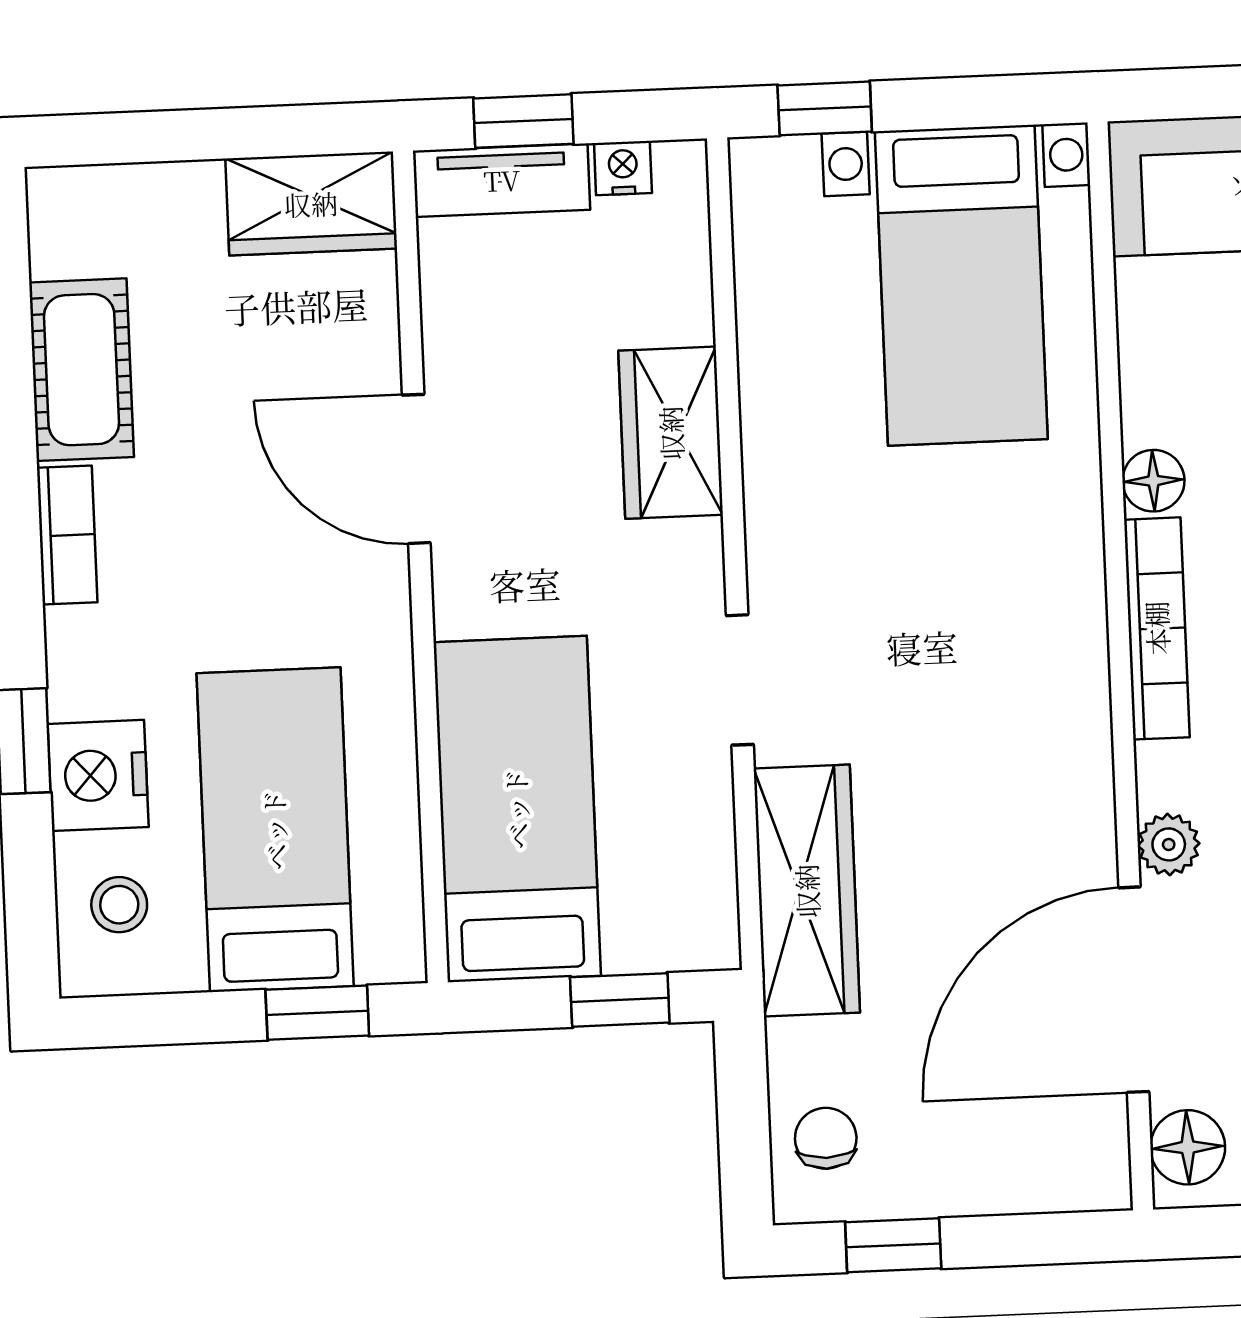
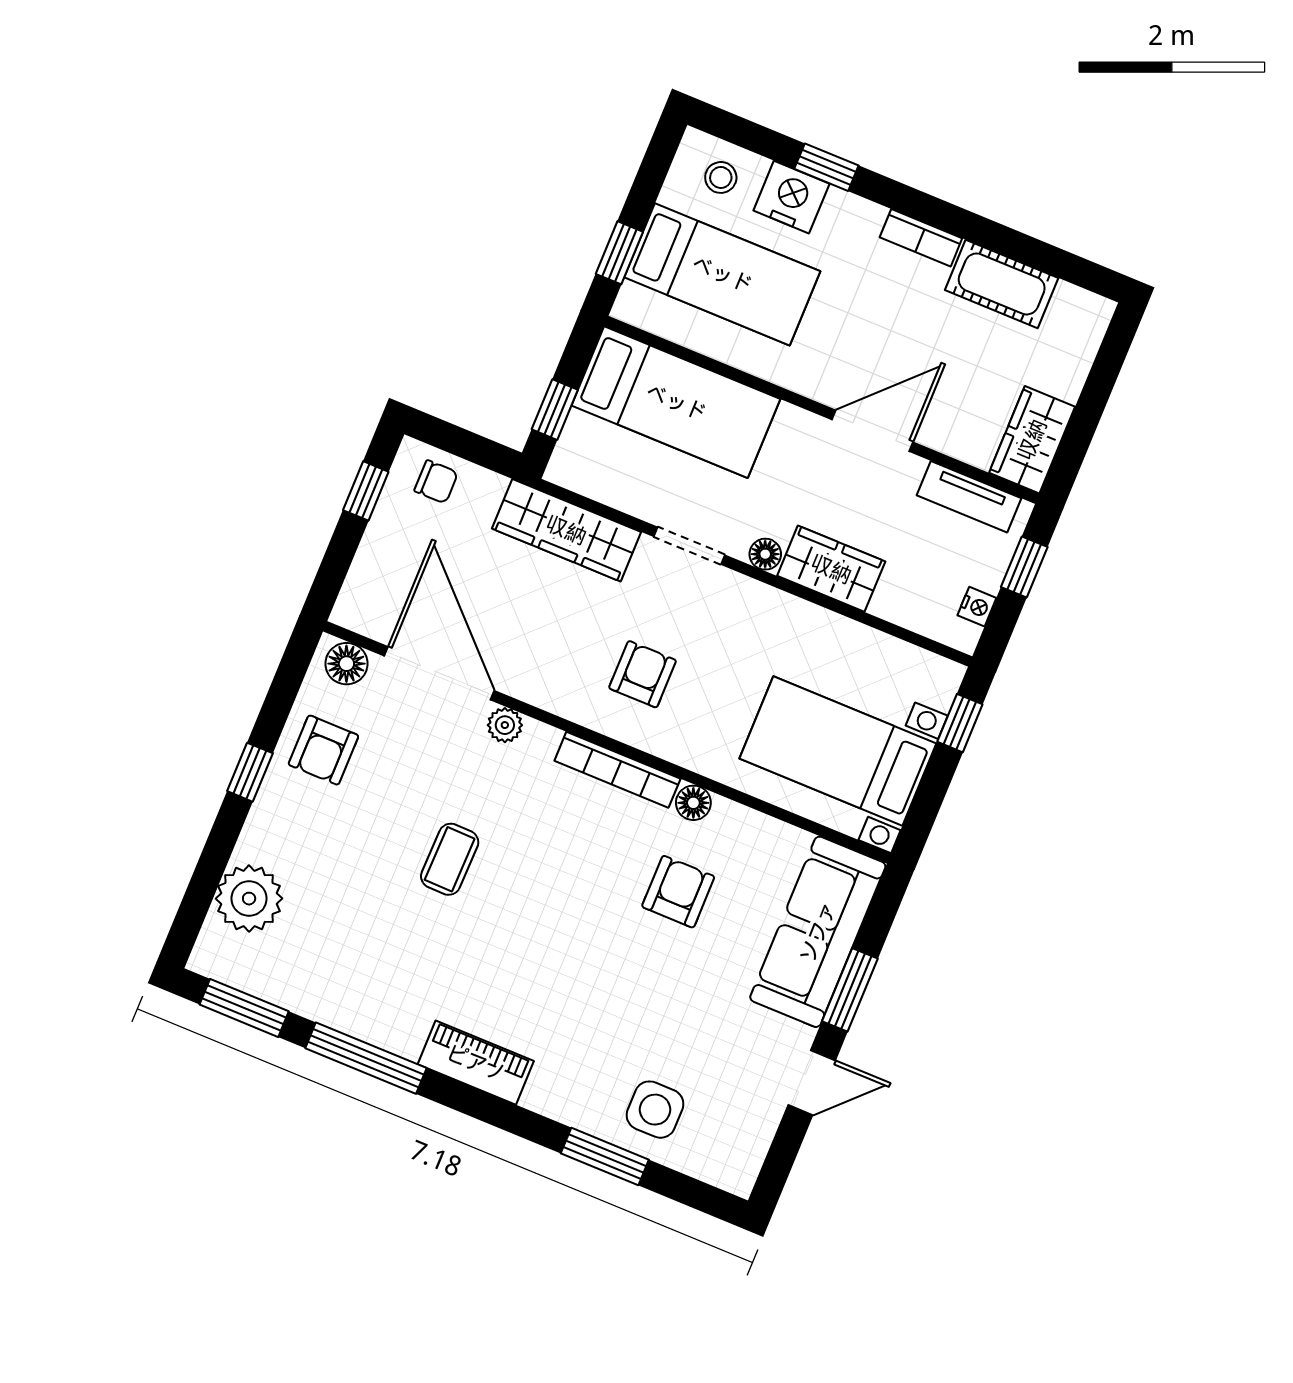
tv unit: (502, 180) -> (969, 497), moved, turned -90
floor lamp: (697, 550) -> (765, 554), added
armchair: (983, 659) -> (643, 674), added

